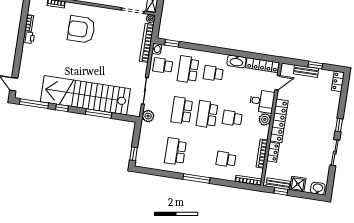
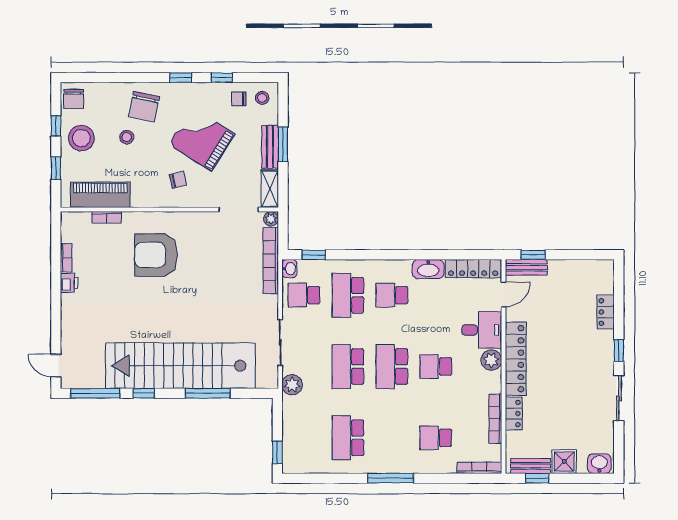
window: (315, 65) -> (533, 255), moved
bench: (306, 71) -> (526, 267), moved
locker: (338, 81) -> (606, 312), moved

